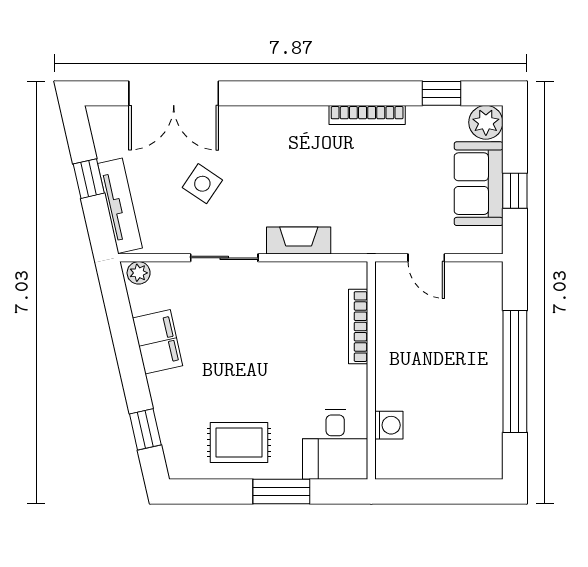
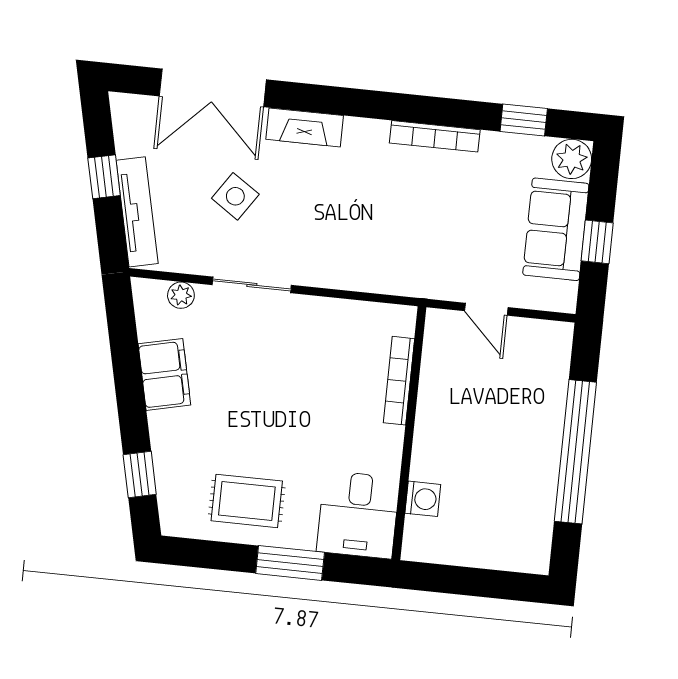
fireplace: (299, 241) -> (305, 127), moved, turned 180
plant: (139, 273) -> (181, 295), moved

